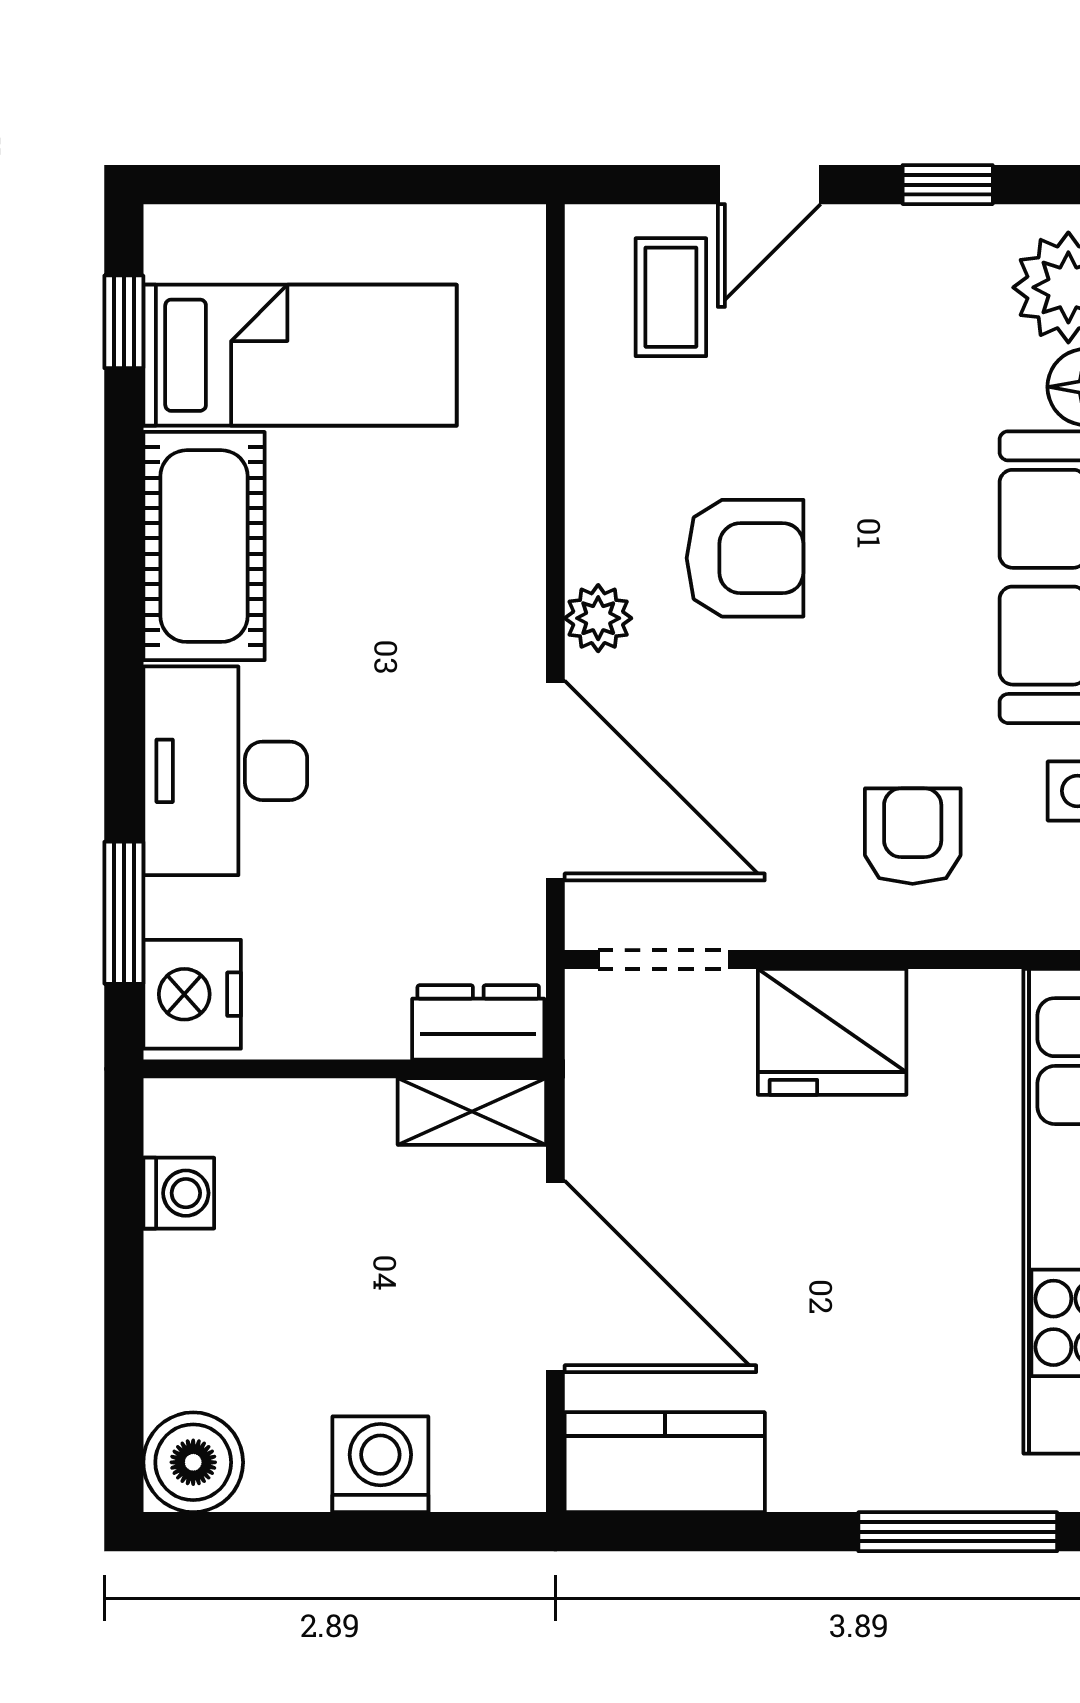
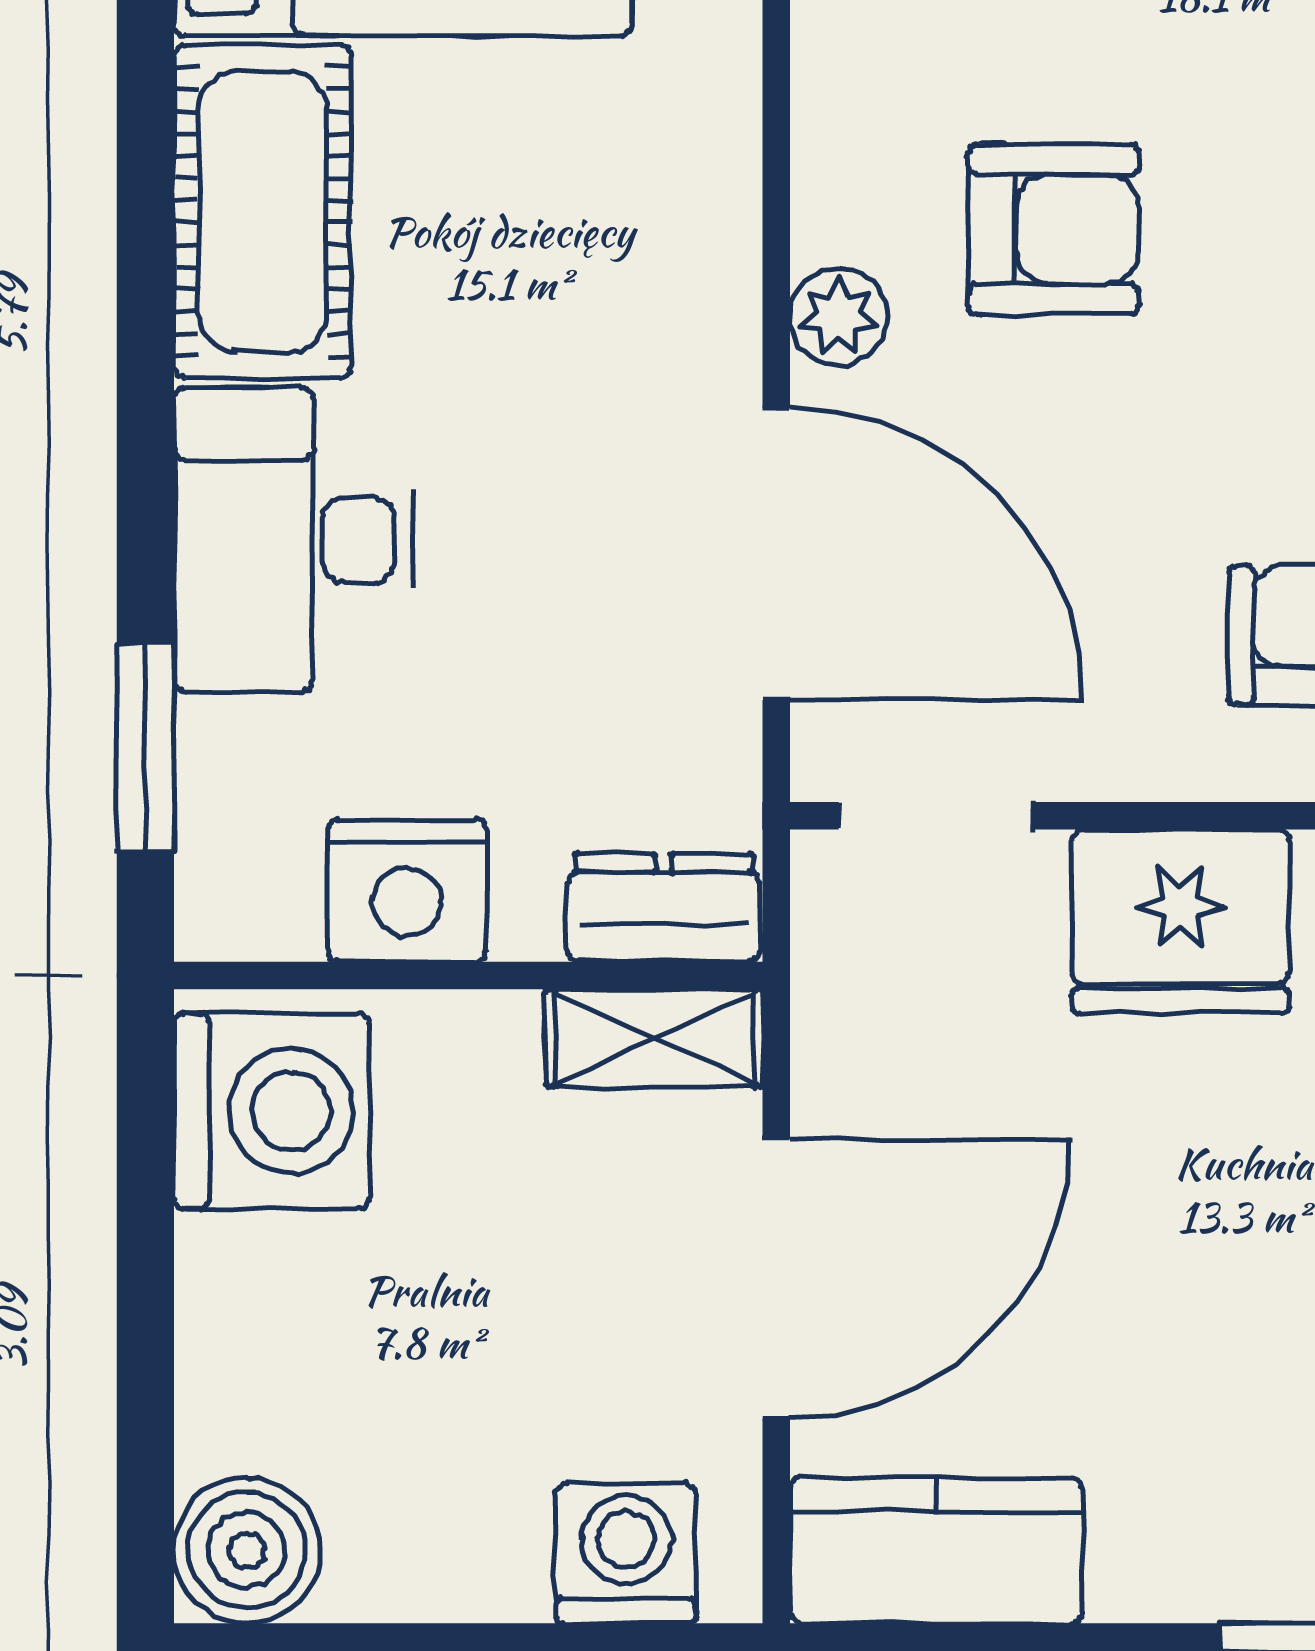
nightstand: (192, 994) -> (407, 890), moved, turned -90
washing machine: (179, 1193) -> (272, 1111), width x1.89, depth x1.89
door: (555, 1276) -> (776, 1279), hinge flipped
washing machine: (380, 1464) -> (626, 1553), moved

